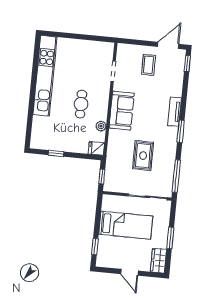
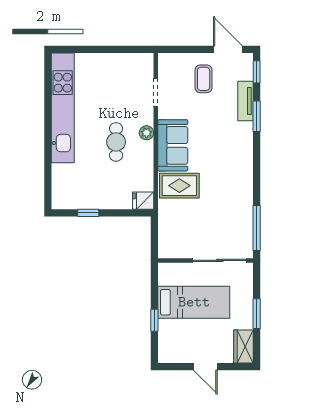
door: (168, 45) -> (228, 49), hinge flipped
tv unit: (175, 112) -> (246, 101), moved
plant: (101, 126) -> (147, 133), moved
window: (181, 131) -> (257, 116), moved
rug: (143, 156) -> (179, 186), moved, turned 90
window: (102, 176) -> (154, 239), removed
window: (95, 247) -> (154, 320), moved

